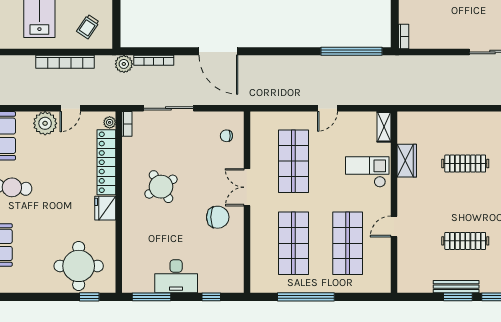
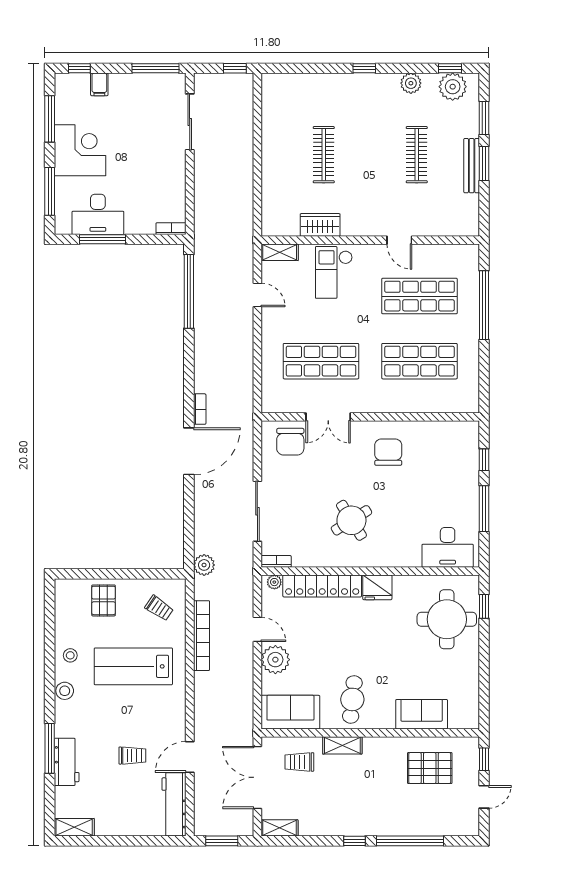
bookcase: (154, 60) -> (200, 409), moved, width x0.64
door: (327, 108) -> (257, 295), moved
chair: (226, 136) -> (290, 442), width x1.87, depth x1.87
double door: (247, 187) -> (328, 417), moved
desk: (176, 276) -> (448, 547), moved, turned 90
window: (151, 297) -> (484, 509), moved
window: (306, 297) -> (484, 305), moved

